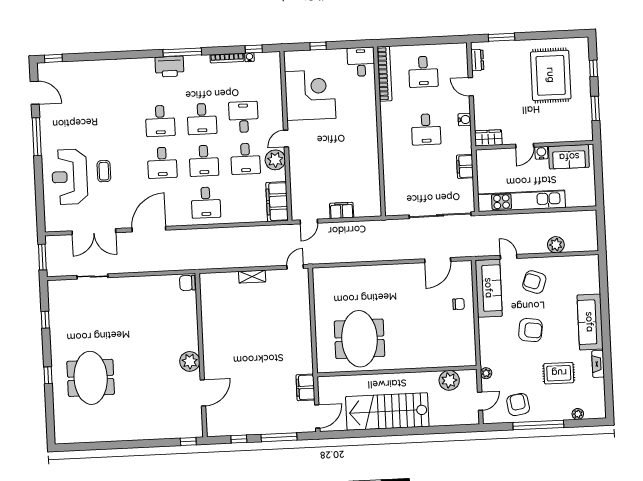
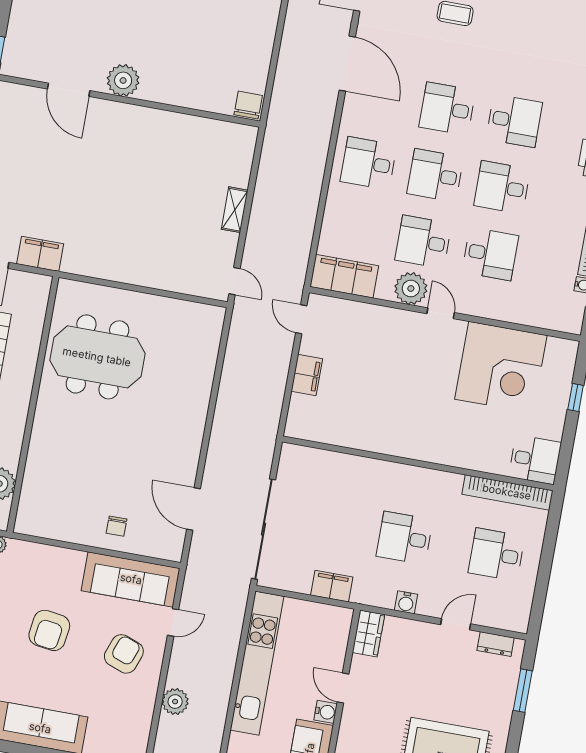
desk: (160, 121) -> (514, 121), turned 180

